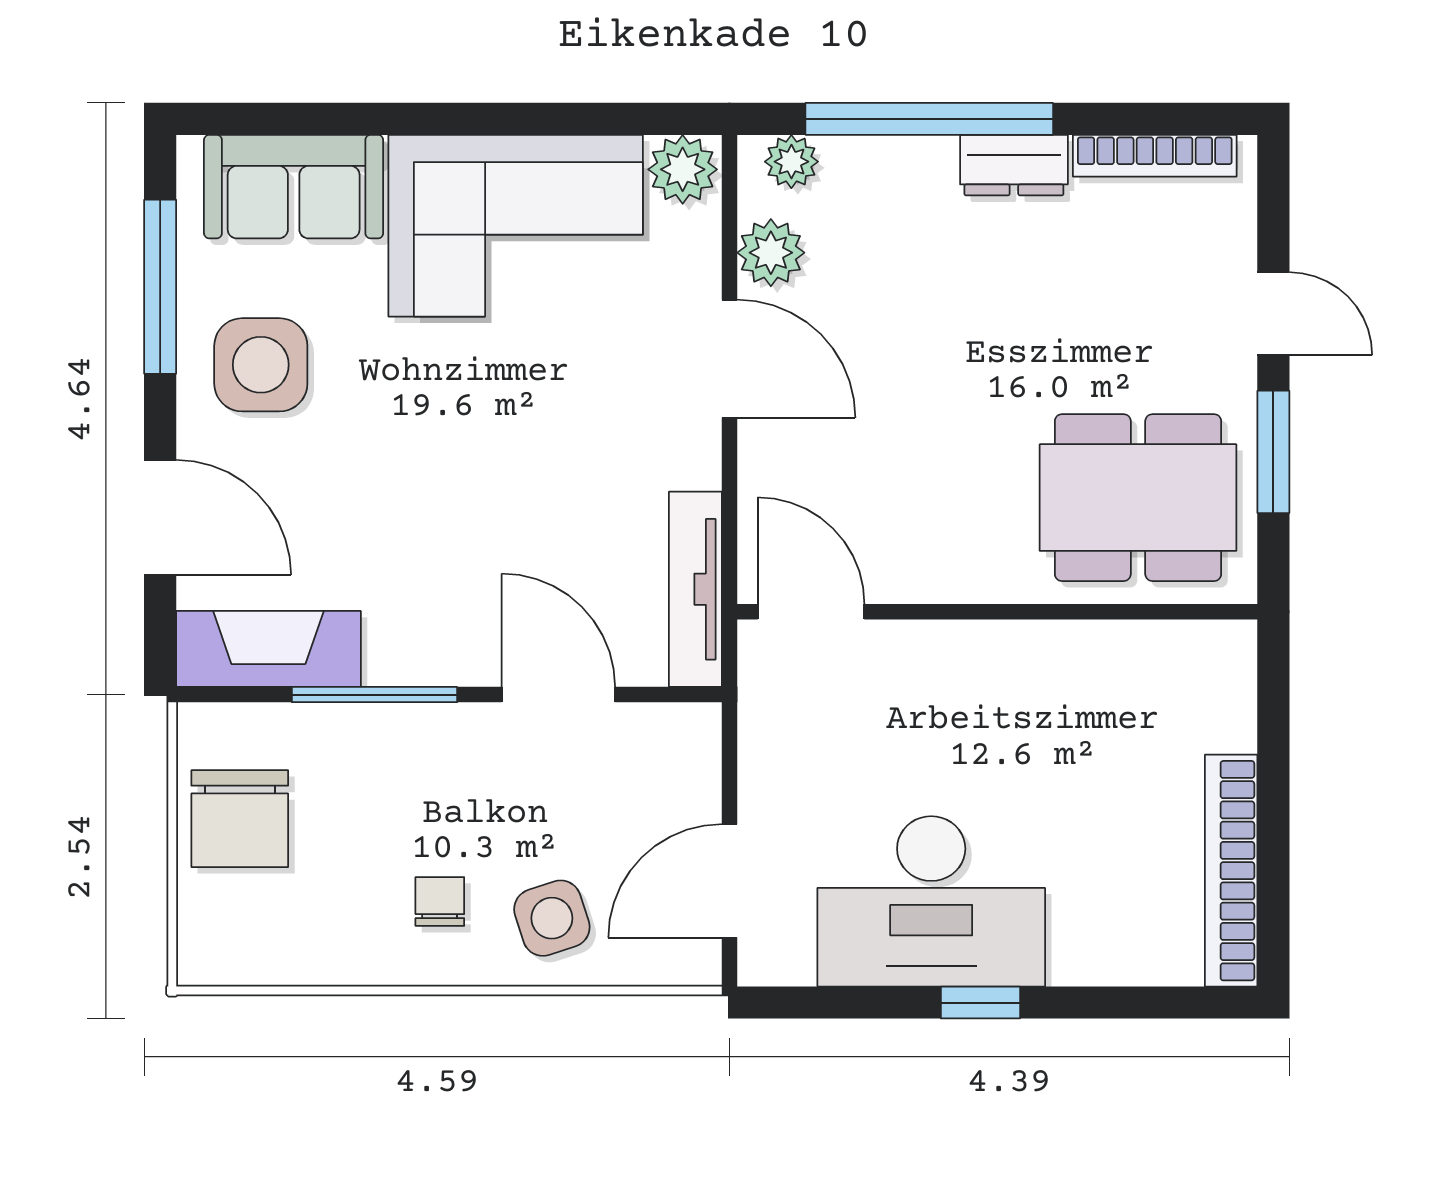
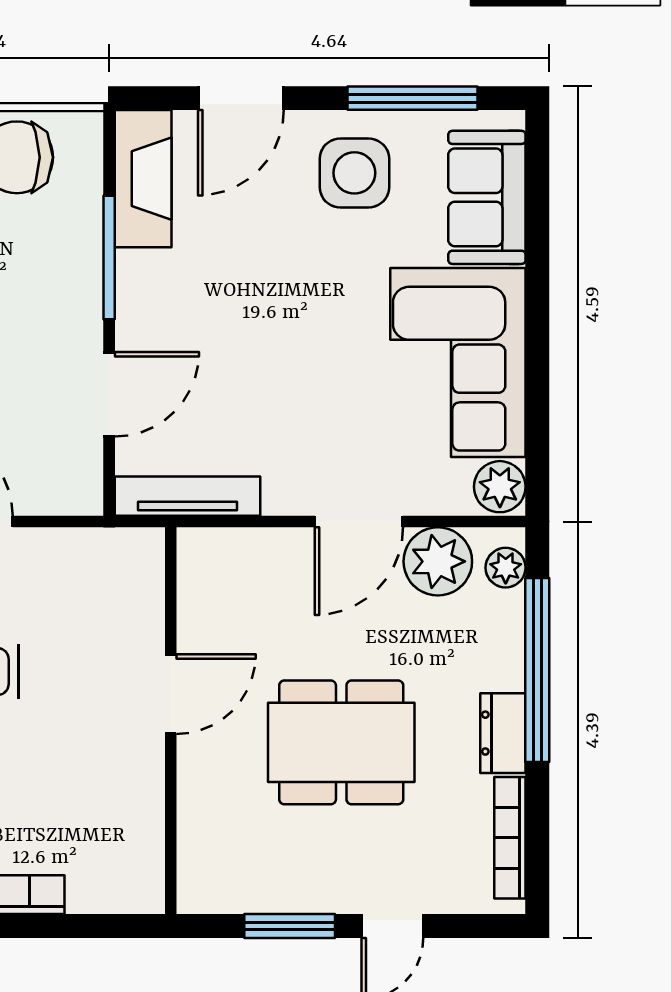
plant: (771, 253) -> (438, 561), width x1.36, depth x1.36
dining table: (1138, 498) -> (341, 742), moved, turned 90
door: (811, 612) -> (171, 694), moved

